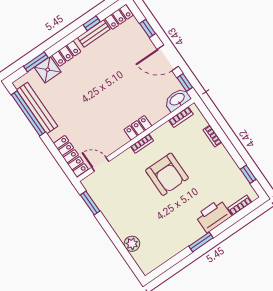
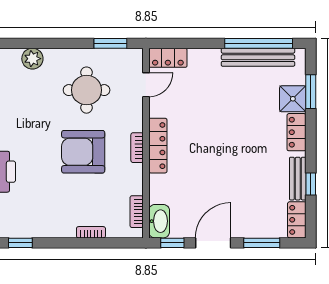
window: (148, 29) -> (262, 243), width x1.50
locker: (138, 128) -> (158, 146), width x1.53
locker: (71, 156) -> (168, 58), width x0.66
round table: (128, 198) -> (87, 90), added

